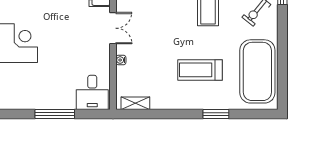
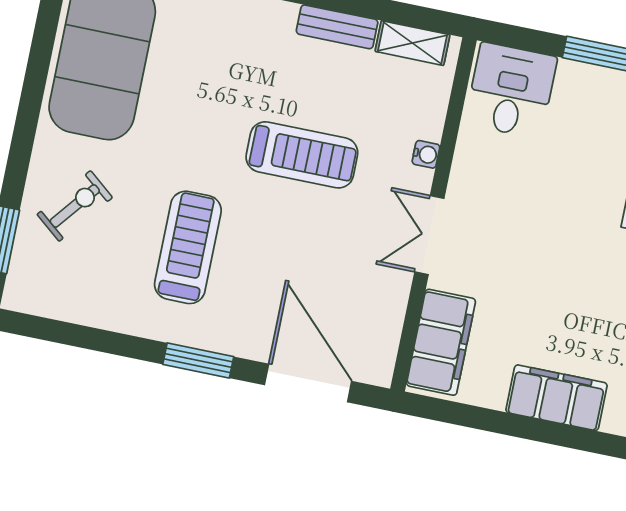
treadmill: (200, 70) -> (302, 155), moved
bench: (167, 103) -> (337, 27), added

